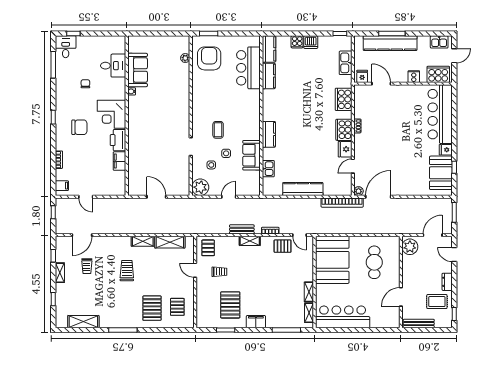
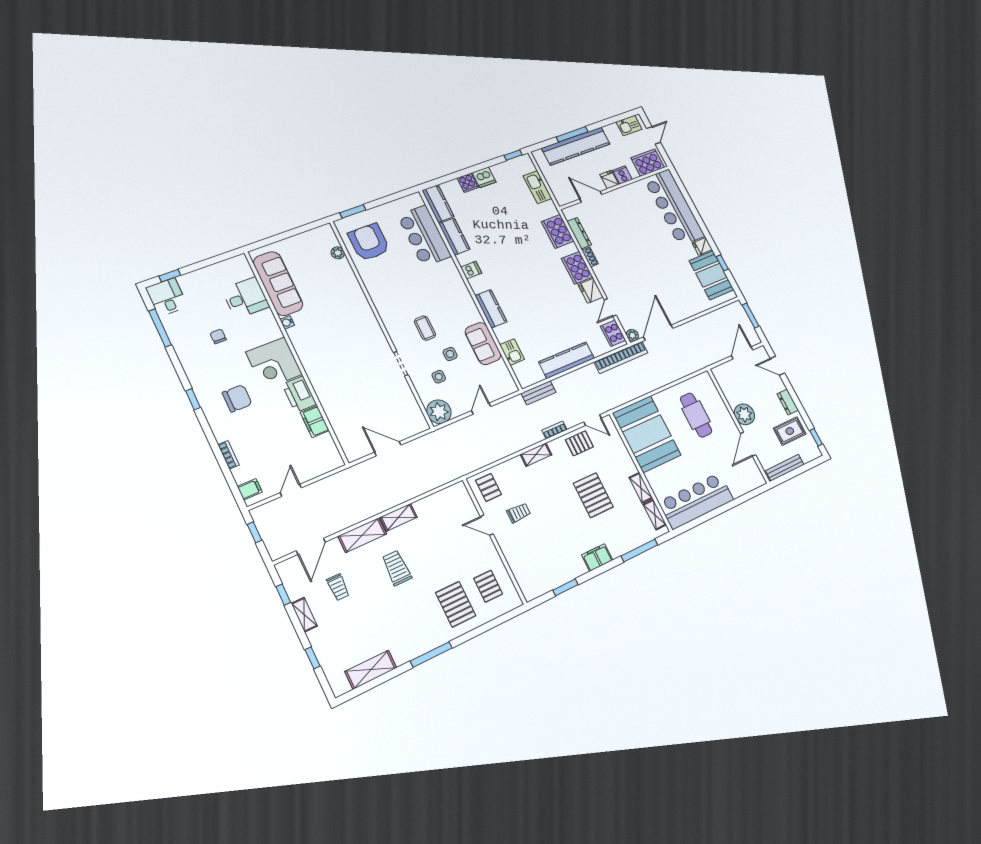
sofa: (138, 70) -> (278, 284), width x1.36
fridge: (362, 76) -> (609, 180), moved
dishwasher: (269, 103) -> (471, 270), added
dresser: (359, 106) -> (579, 233), added
cooker: (345, 184) -> (613, 333), added
door: (86, 197) -> (291, 490), swing flipped
bench: (242, 229) -> (539, 393), moved
shelving: (170, 242) -> (362, 535), moved
plant: (410, 247) -> (744, 414), moved
pallet: (230, 305) -> (593, 495), moved

